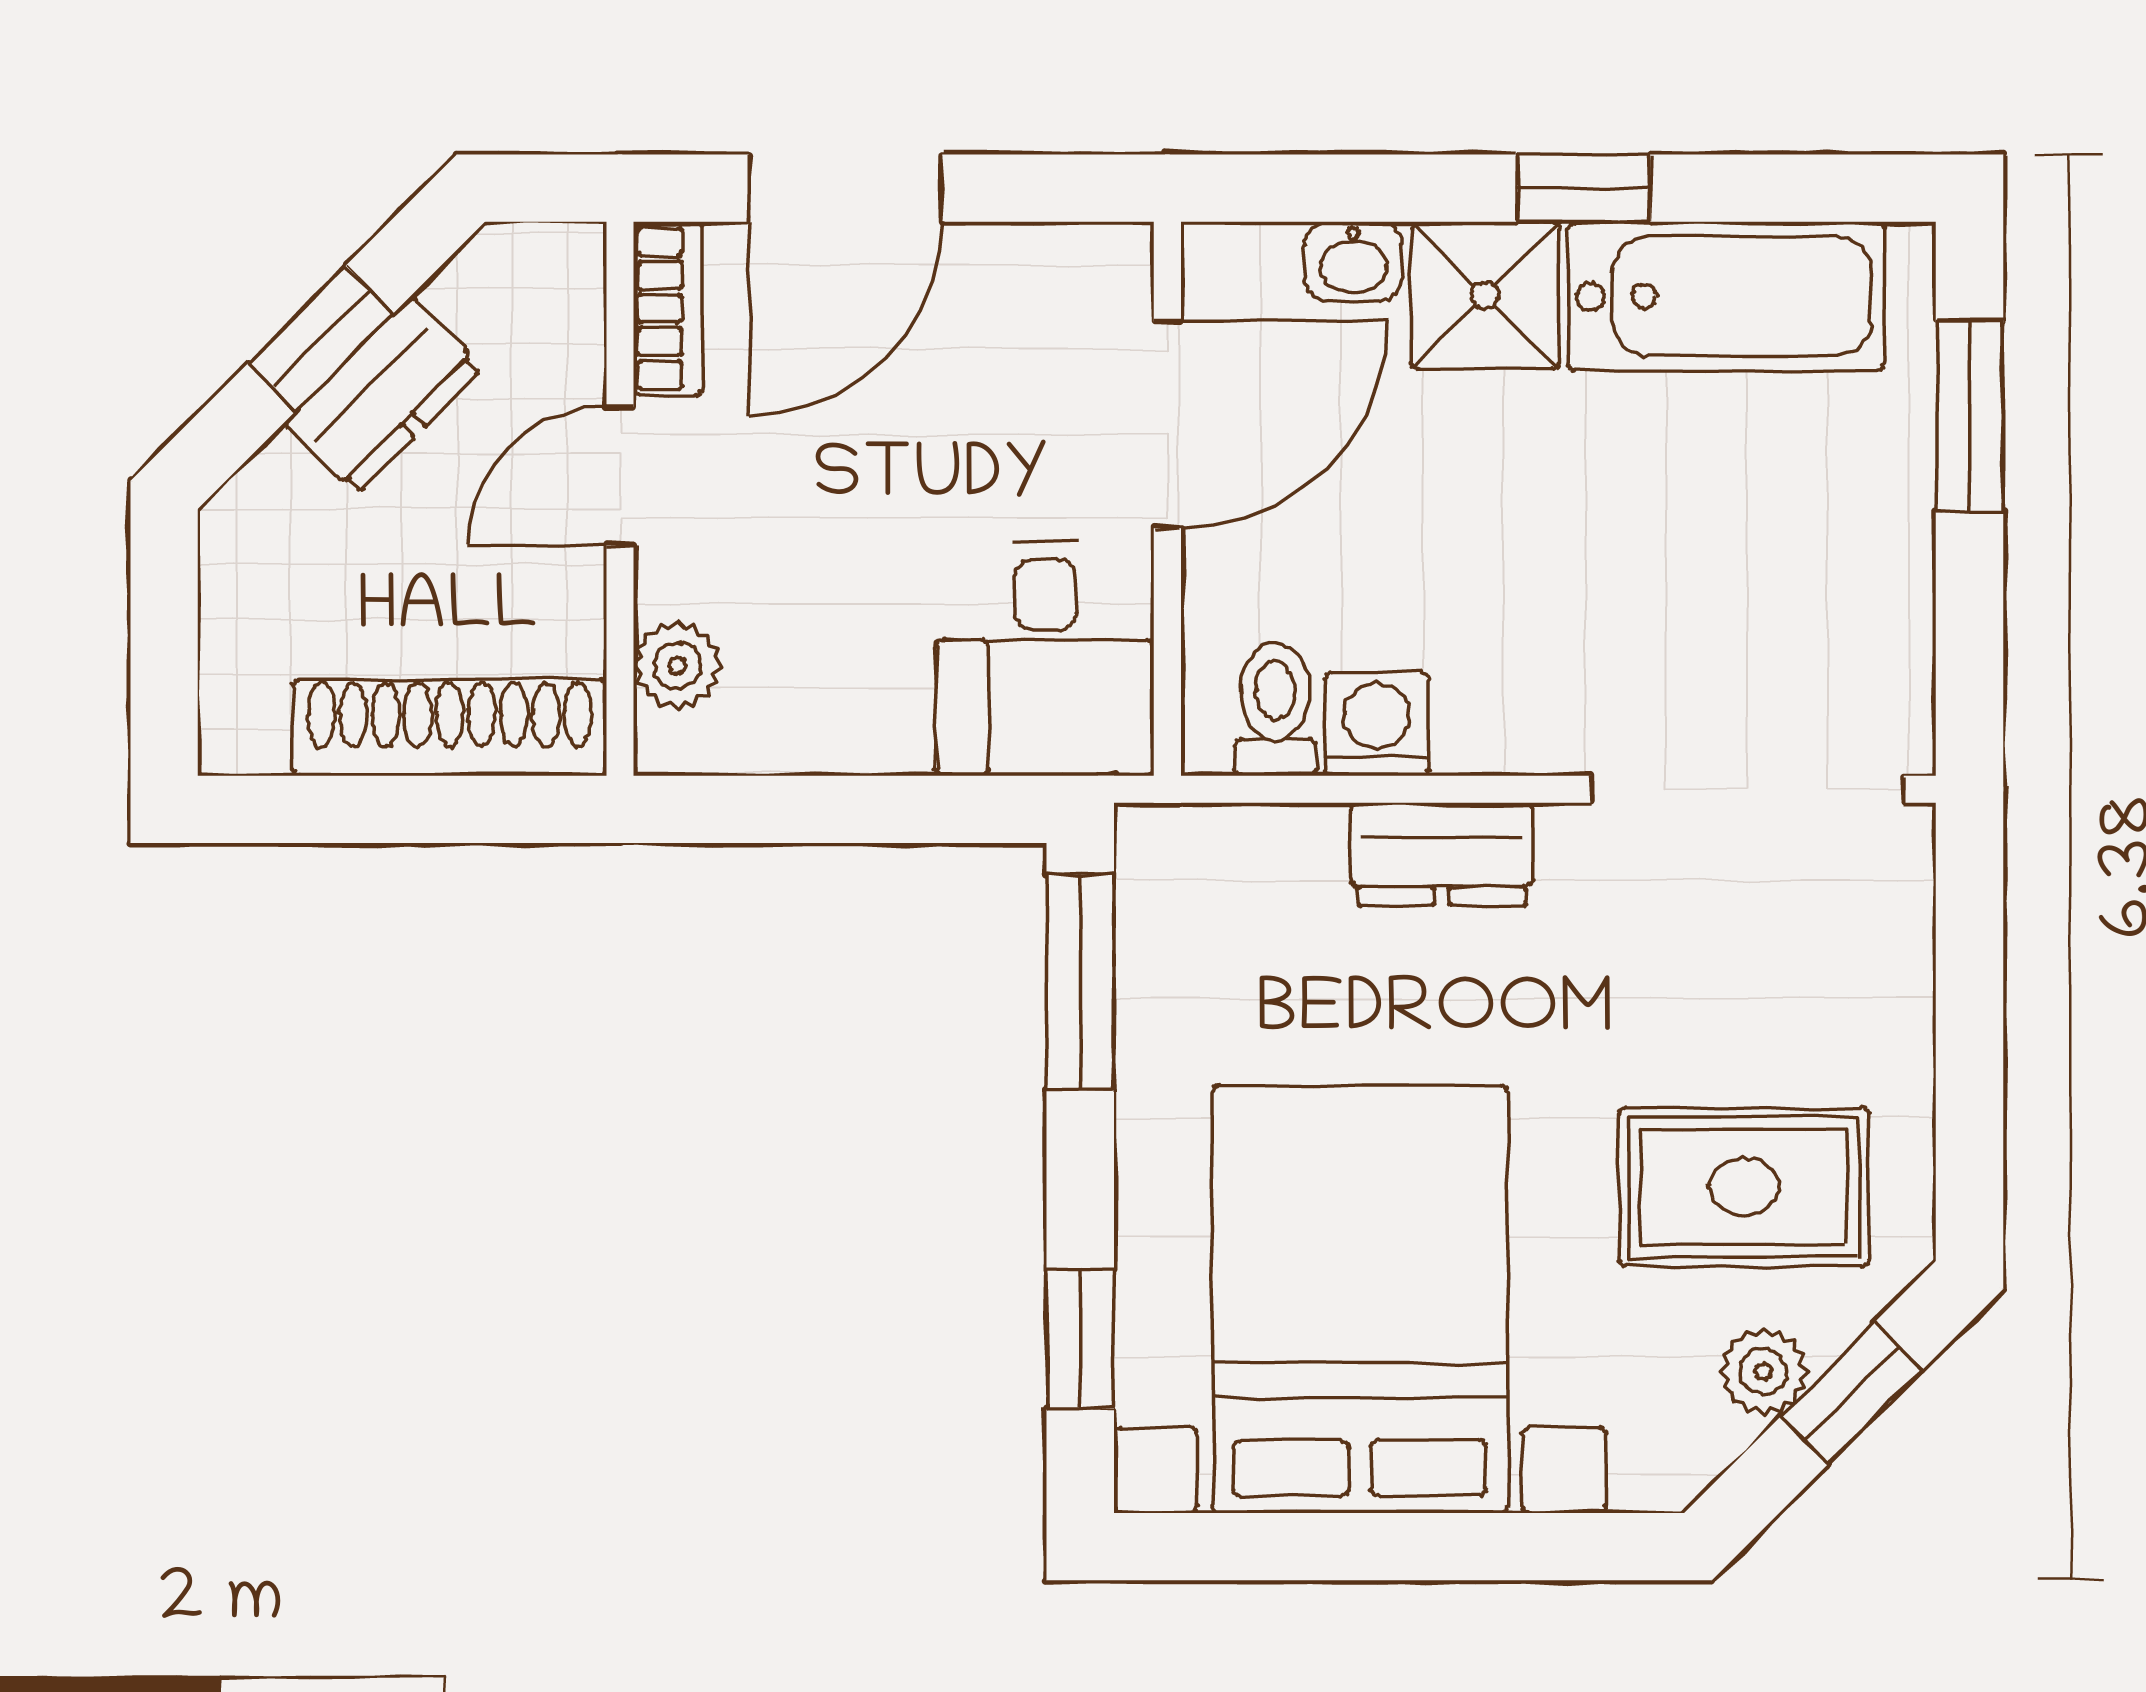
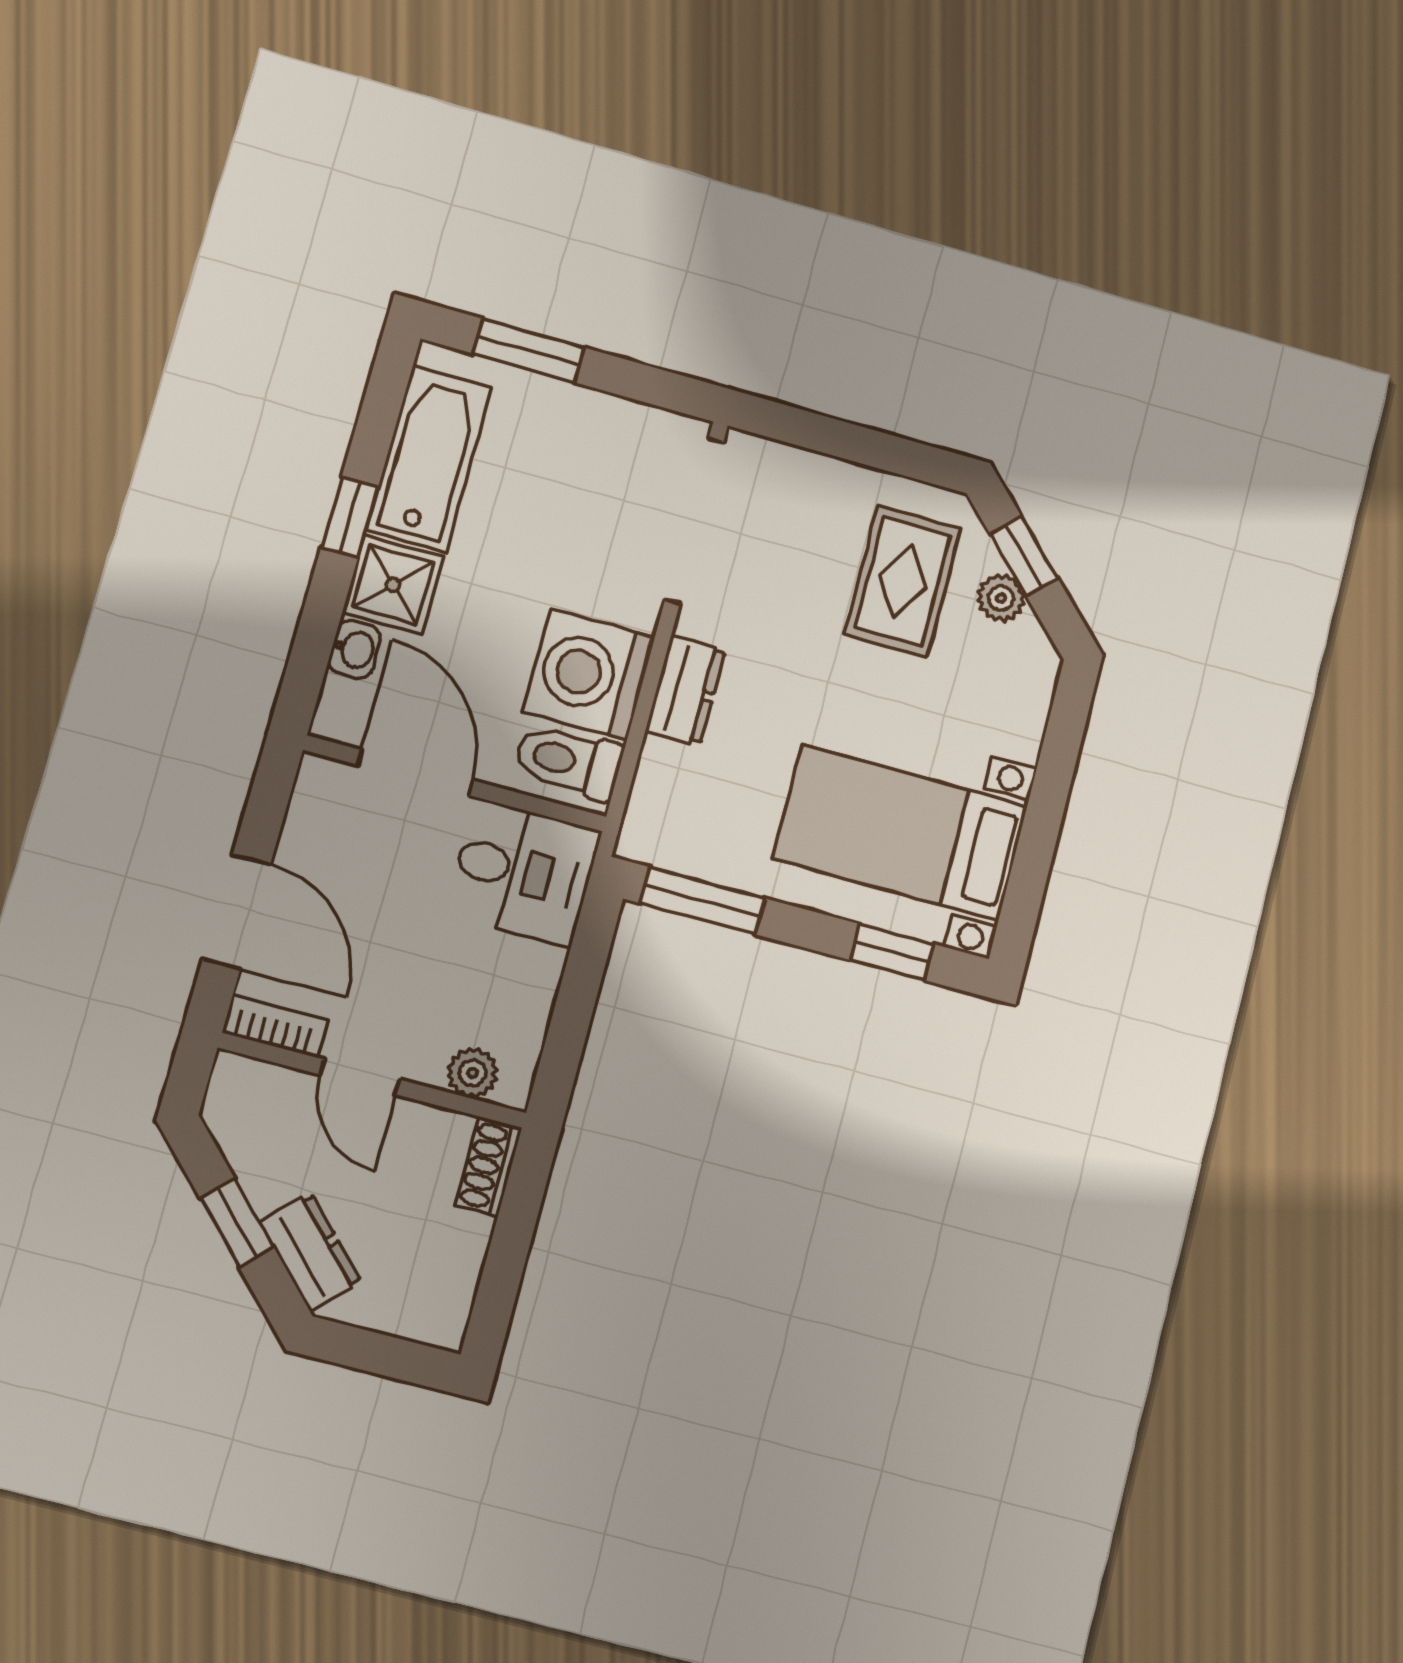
dresser: (383, 395) -> (310, 1252), moved
toilet: (1275, 709) -> (568, 761), width x1.37, depth x1.39
washing machine: (1377, 724) -> (589, 674), width x1.89, depth x1.89
shoe rack: (450, 727) -> (489, 1167), width x0.51, depth x0.81
bed with nightstands: (1360, 1299) -> (901, 833), width x0.73

